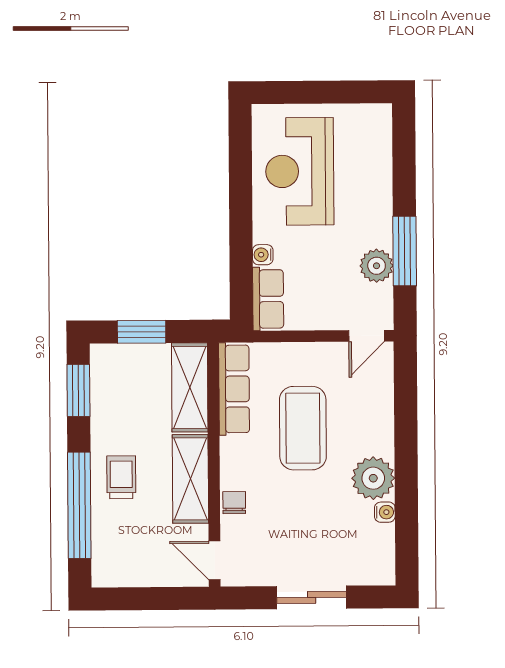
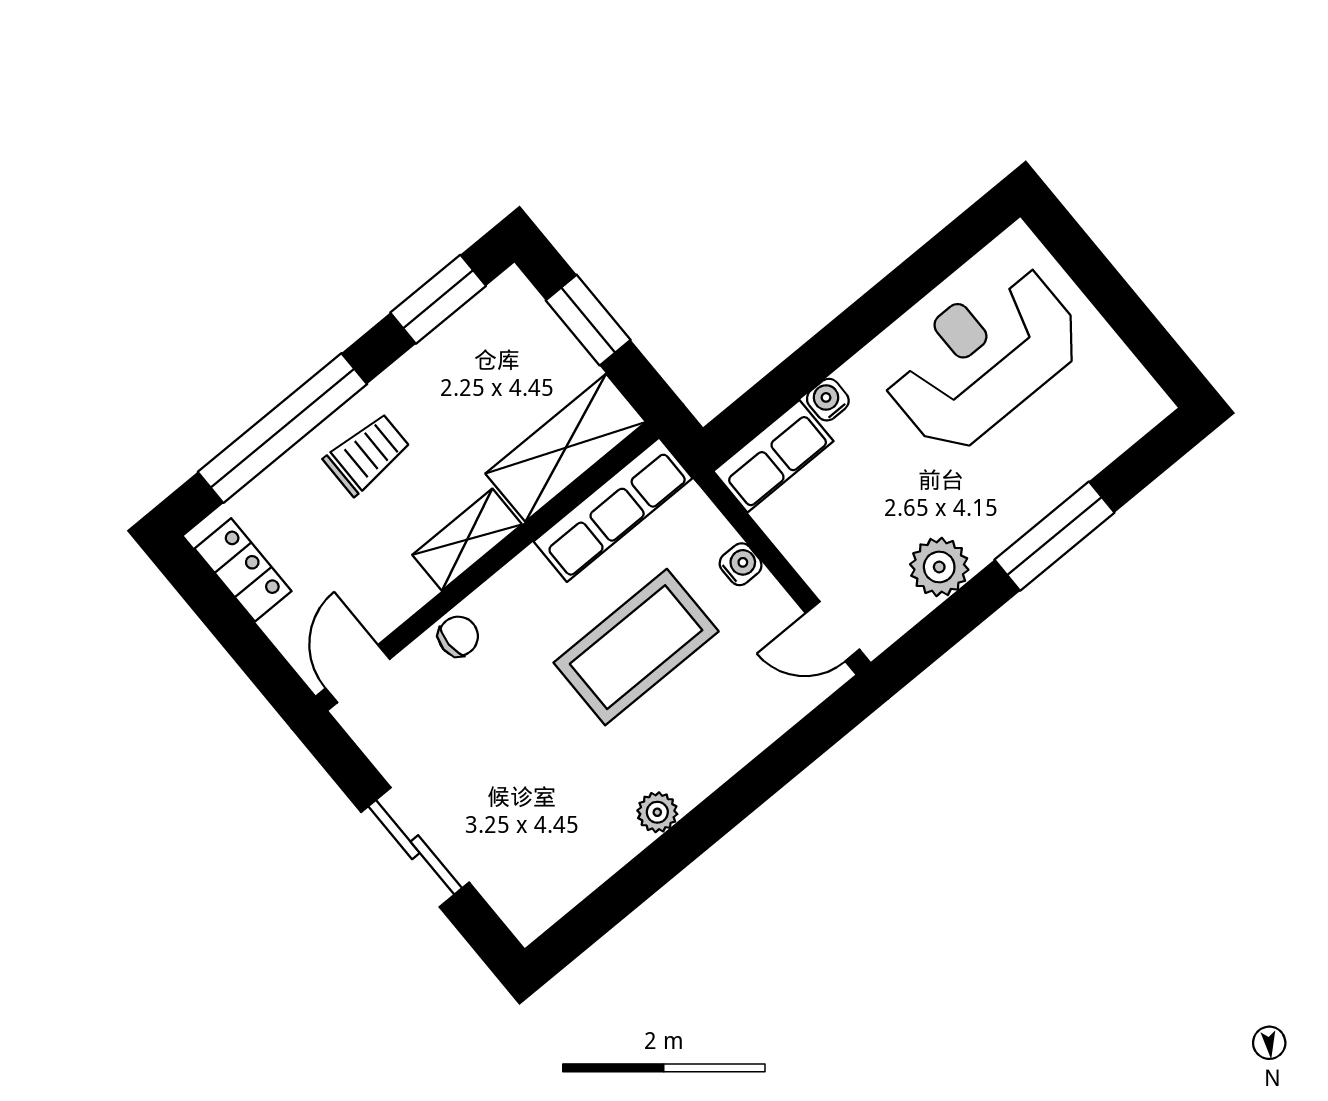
window: (405, 251) -> (1054, 536), moved
plant: (373, 478) -> (657, 812), width x0.53, depth x0.53
shelving: (190, 479) -> (467, 540), width x0.67, depth x0.75
water cooler: (385, 512) -> (741, 564), moved, turned -90
locker: (128, 574) -> (243, 570), added

